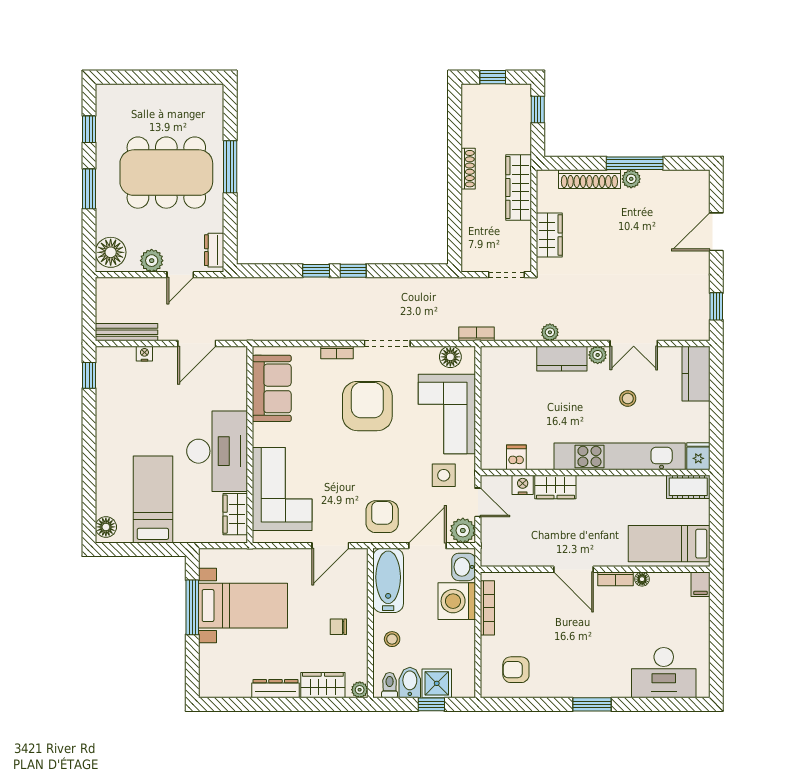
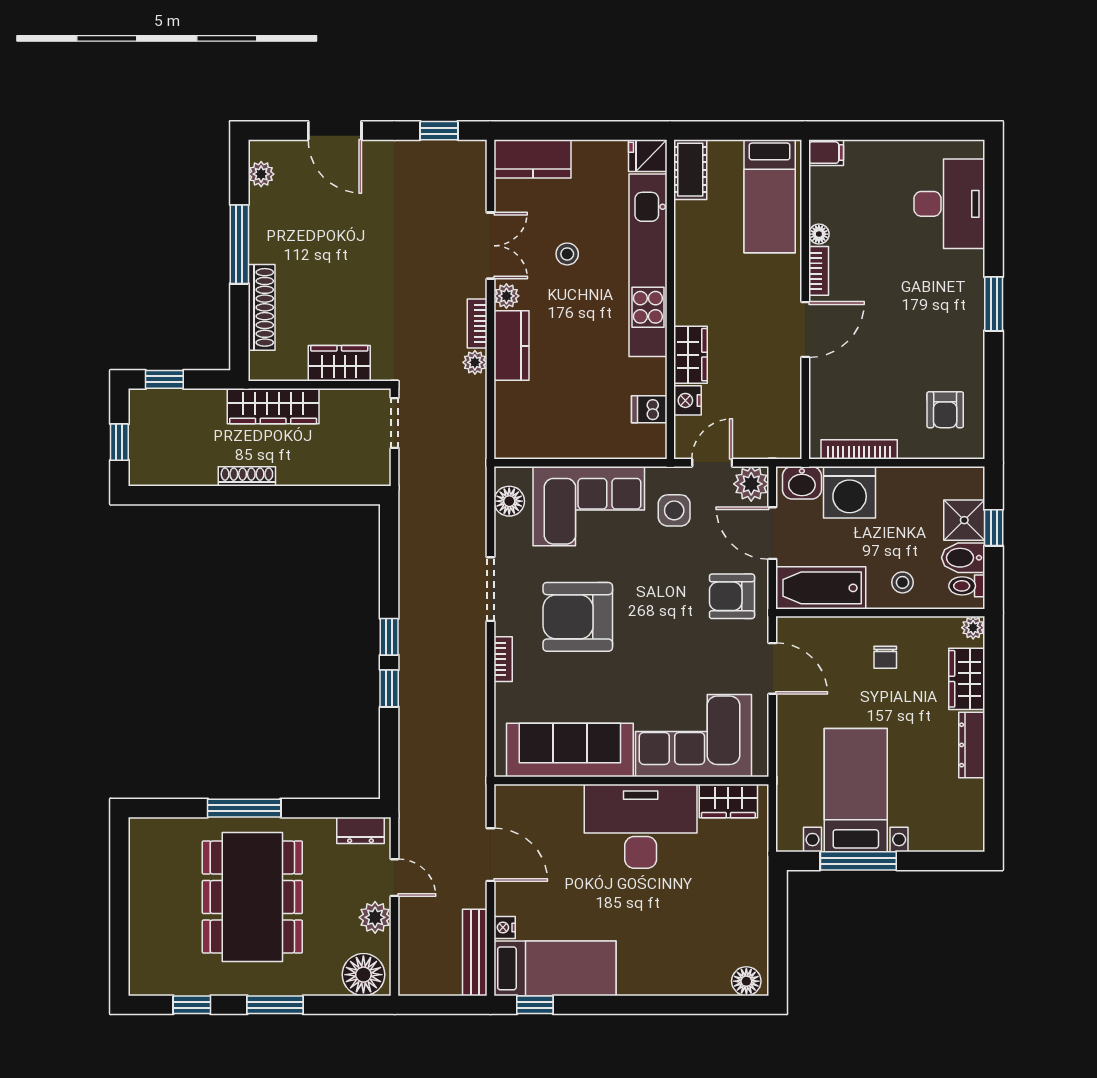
plant: (631, 179) -> (261, 174), moved
bookcase: (477, 334) -> (477, 324), moved
sofa: (272, 388) -> (570, 750), width x1.36
bed: (153, 499) -> (555, 968), moved, turned 180

